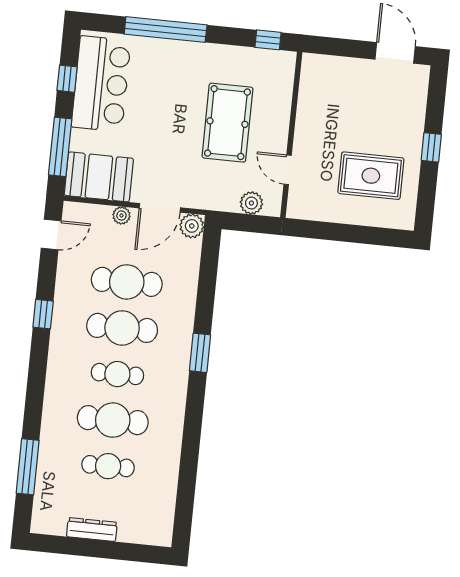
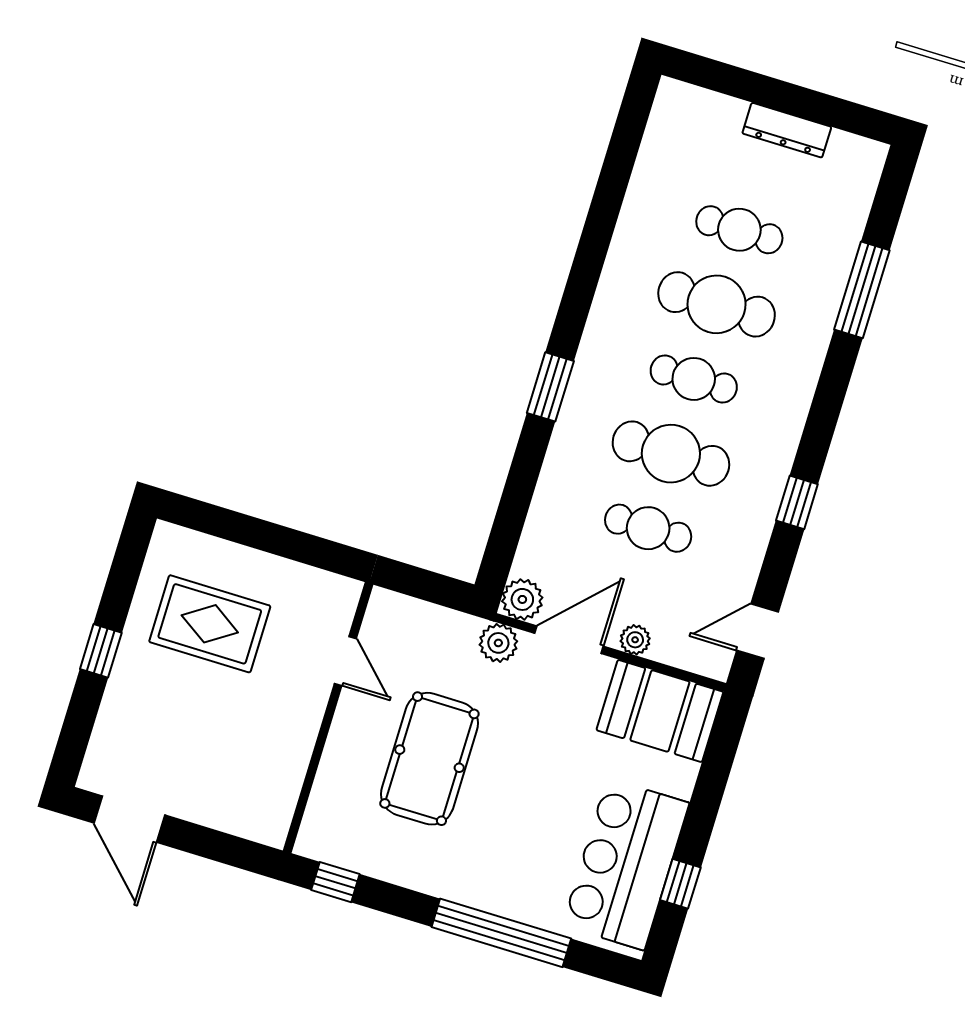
window: (60, 147) -> (714, 773), removed
plant: (251, 203) -> (498, 643), moved
cafe table: (127, 282) -> (648, 528), width x0.73, depth x0.74
window: (28, 467) -> (862, 290), moved

